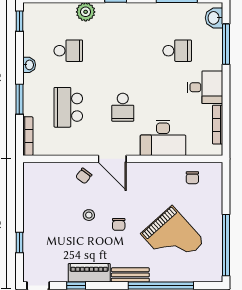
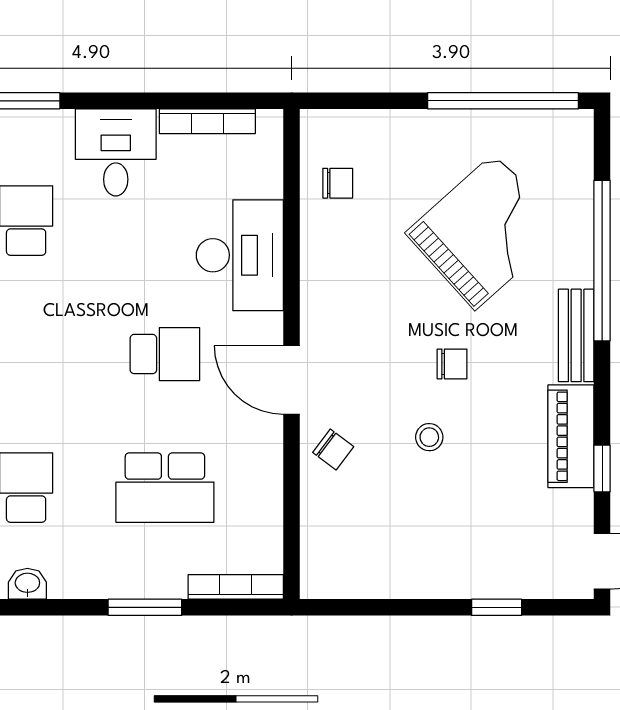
washbasin: (29, 65) -> (27, 584), moved
door: (112, 159) -> (292, 380), swing flipped

